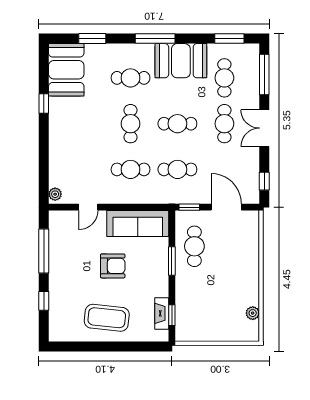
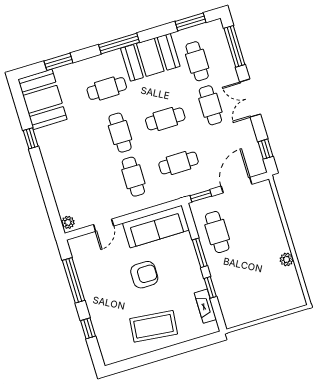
cafe table: (131, 169) -> (133, 177), turned 90
door: (226, 207) -> (236, 185), hinge flipped
plant: (253, 313) -> (287, 259), moved
window: (172, 315) -> (210, 287), moved

